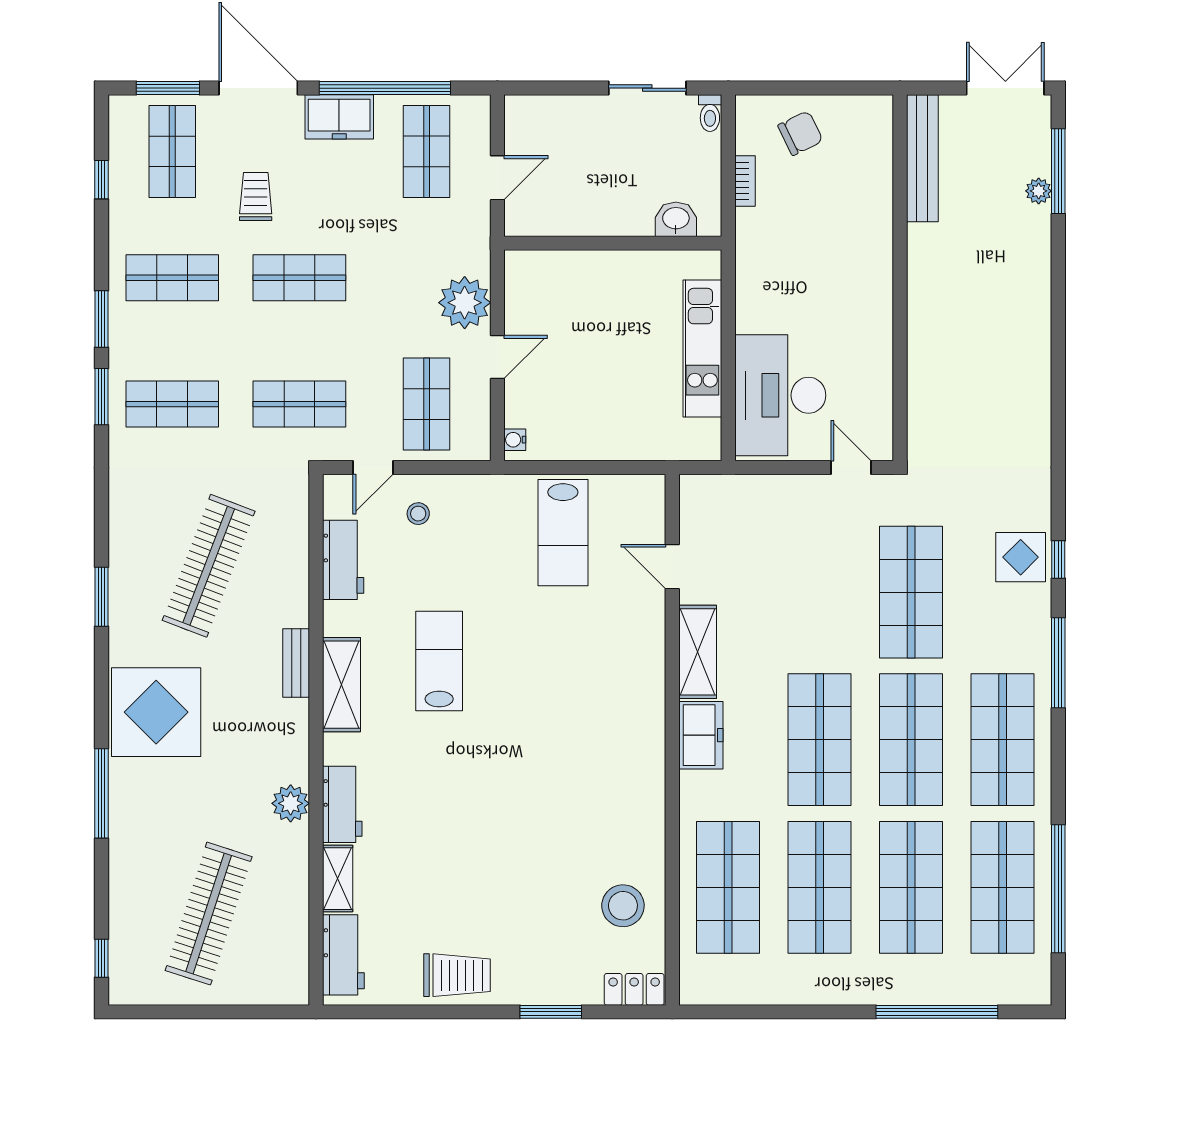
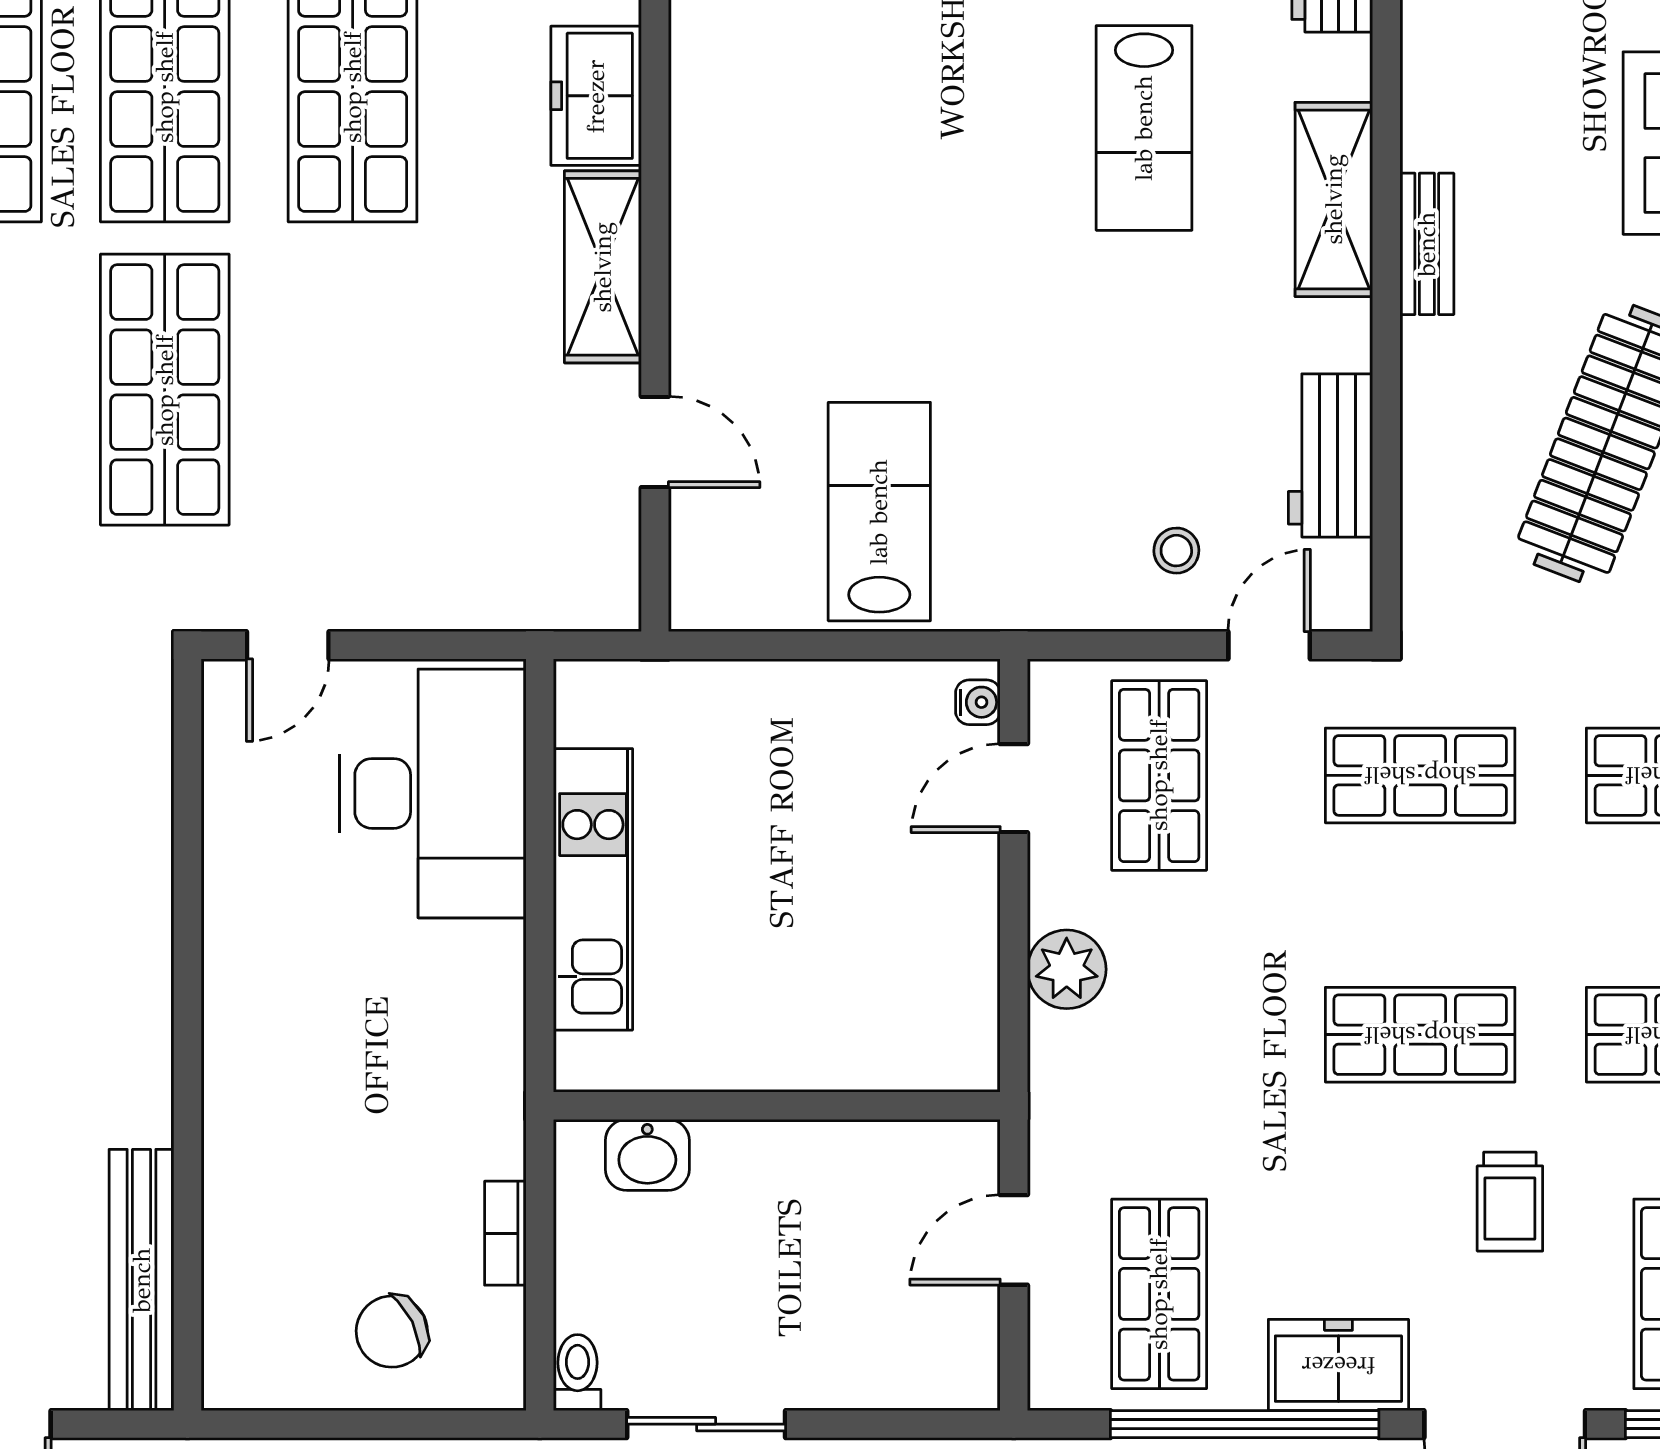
plant: (465, 303) -> (1067, 969), width x0.73, depth x0.73
door: (497, 357) -> (1014, 788), moved
door: (851, 467) -> (288, 645), hinge flipped
lab bench: (439, 661) -> (1144, 128), moved

